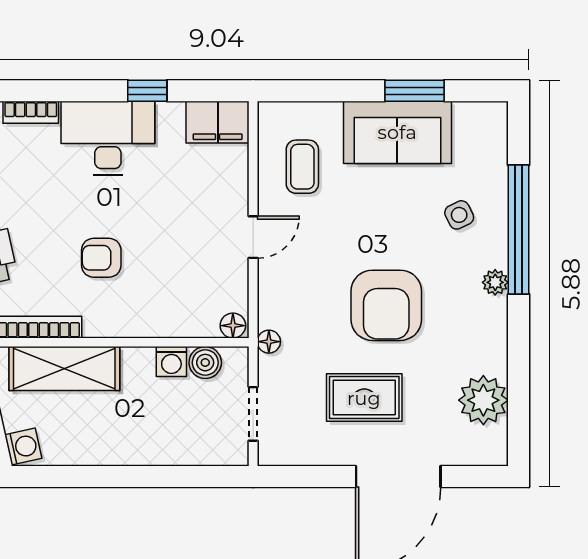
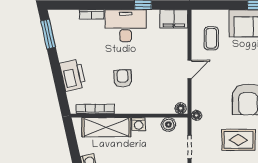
armchair: (101, 258) -> (123, 78), turned 87
washing machine: (171, 362) -> (139, 124), moved

